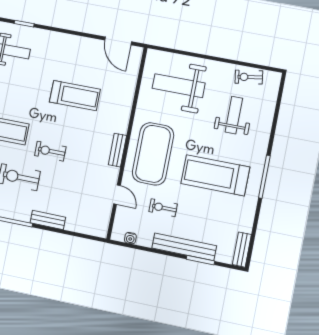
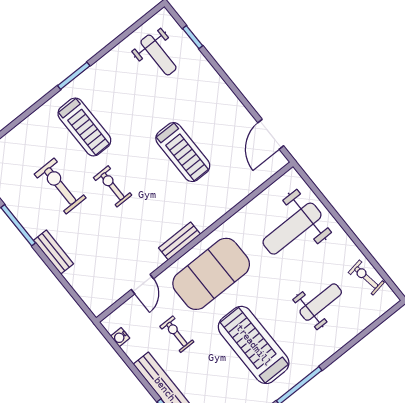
weight bench: (179, 86) -> (292, 229), turned -90

